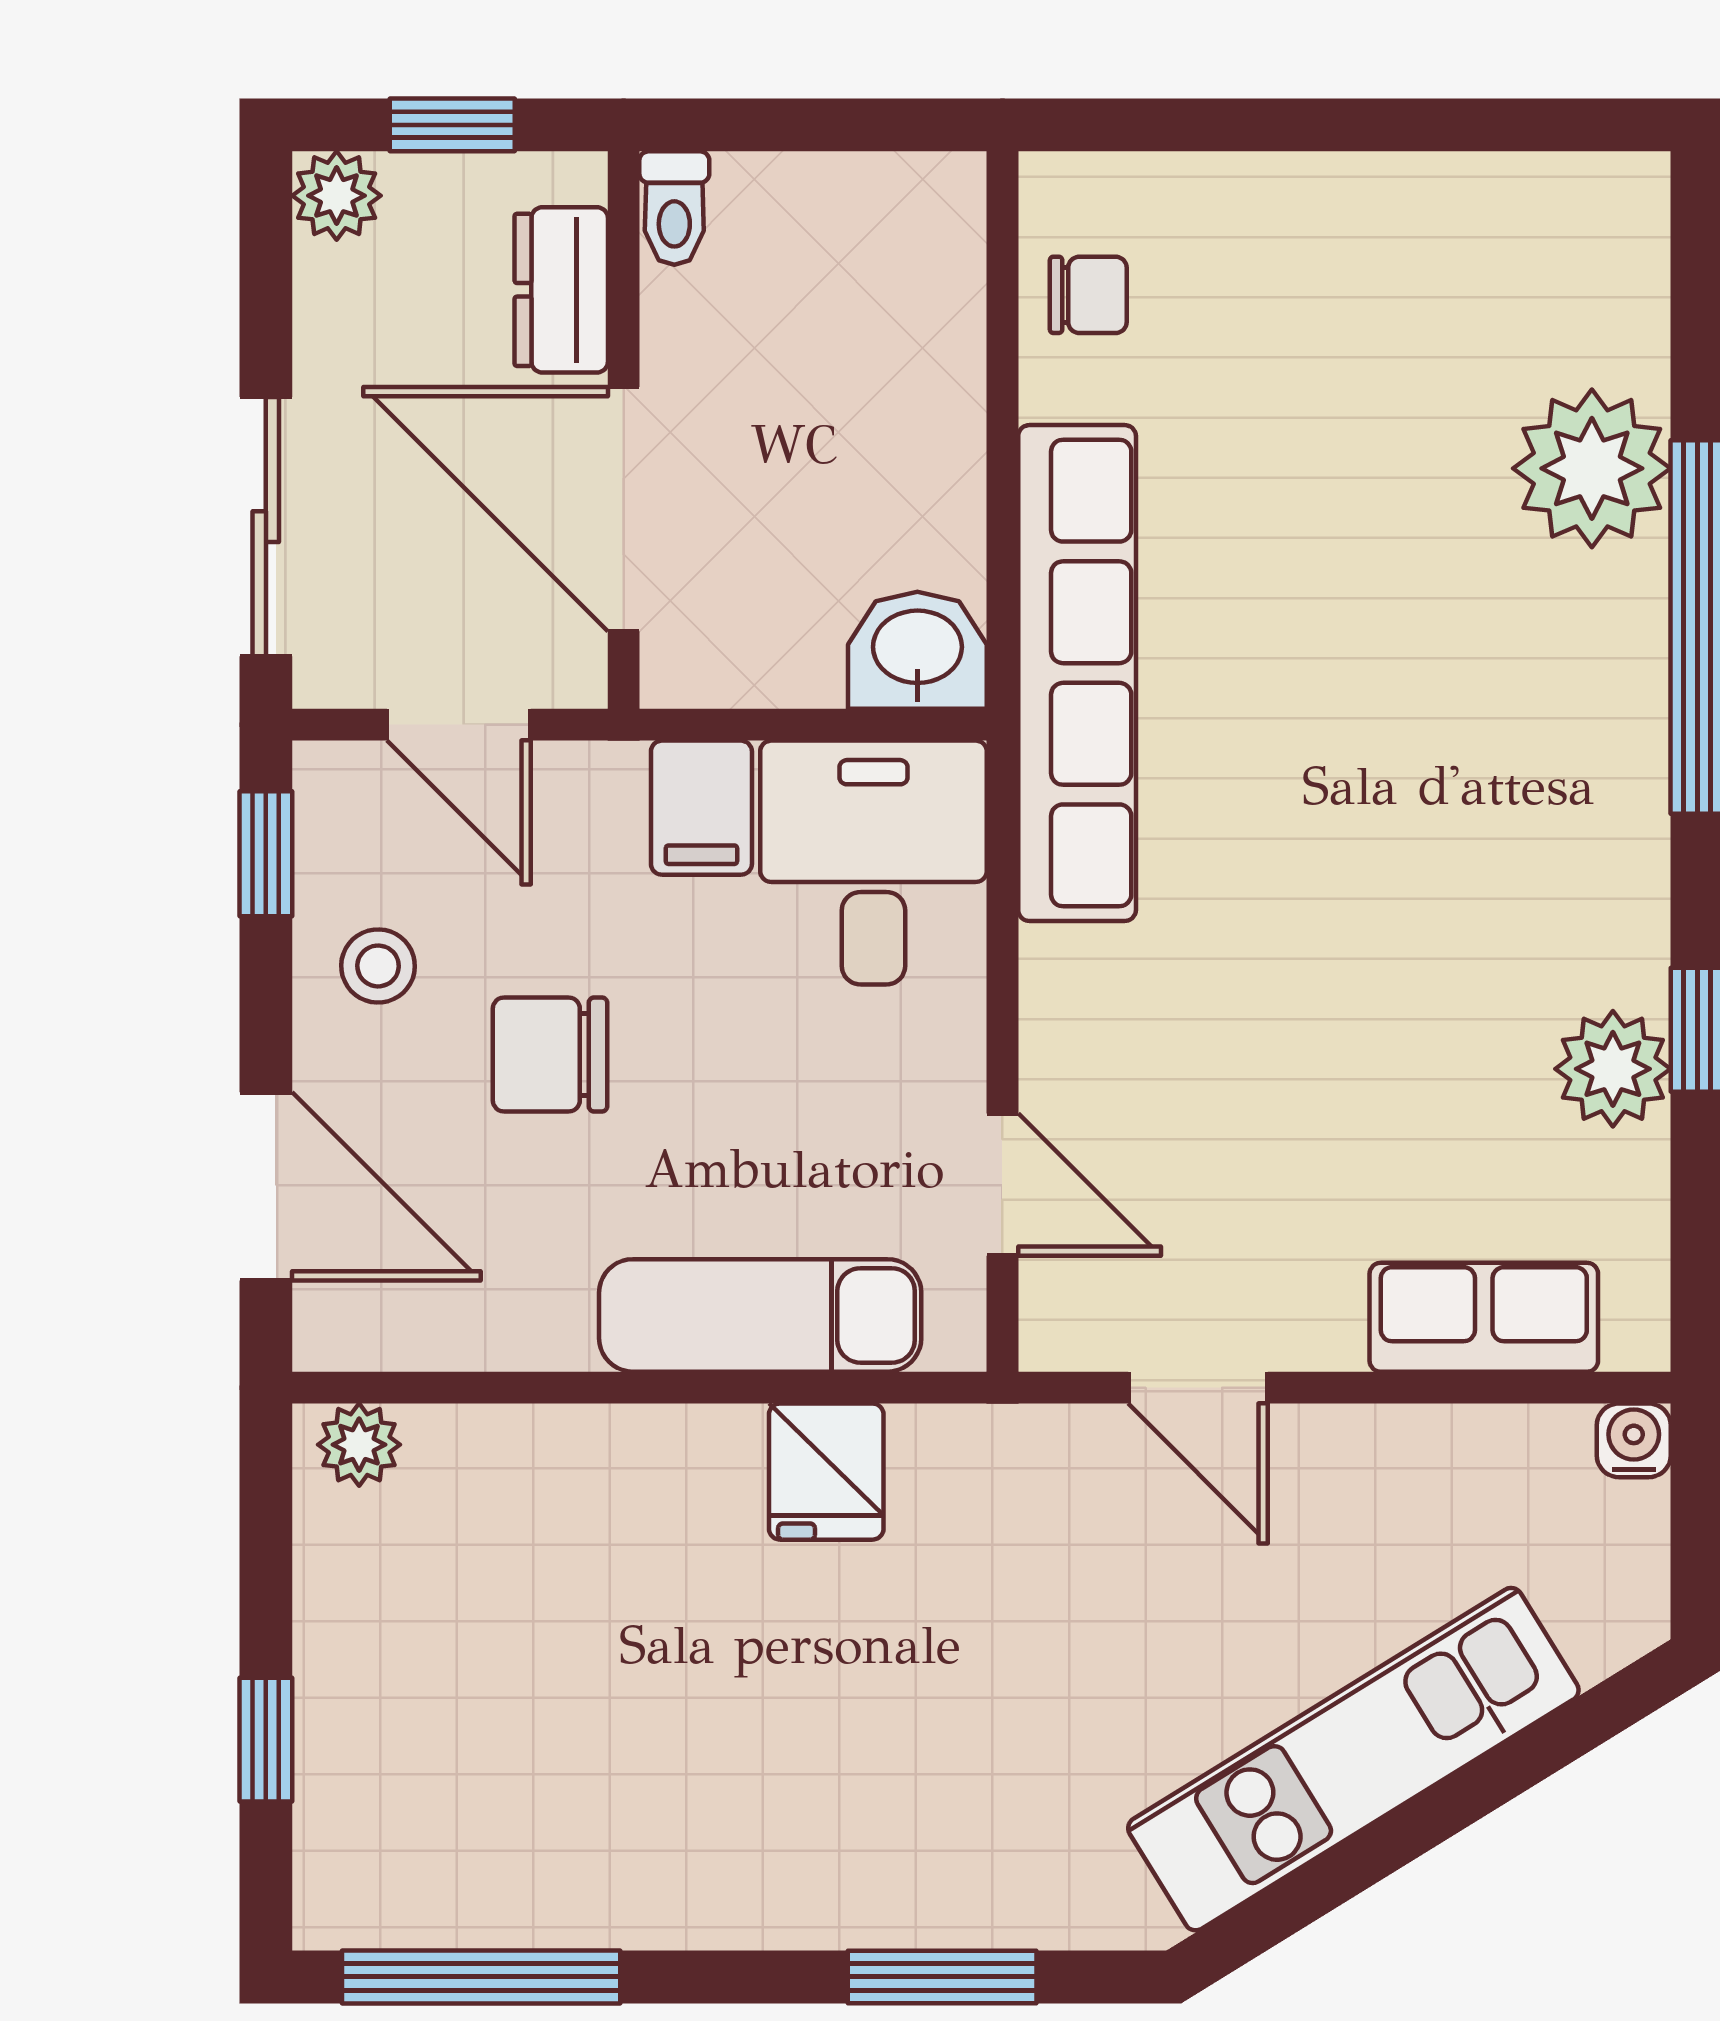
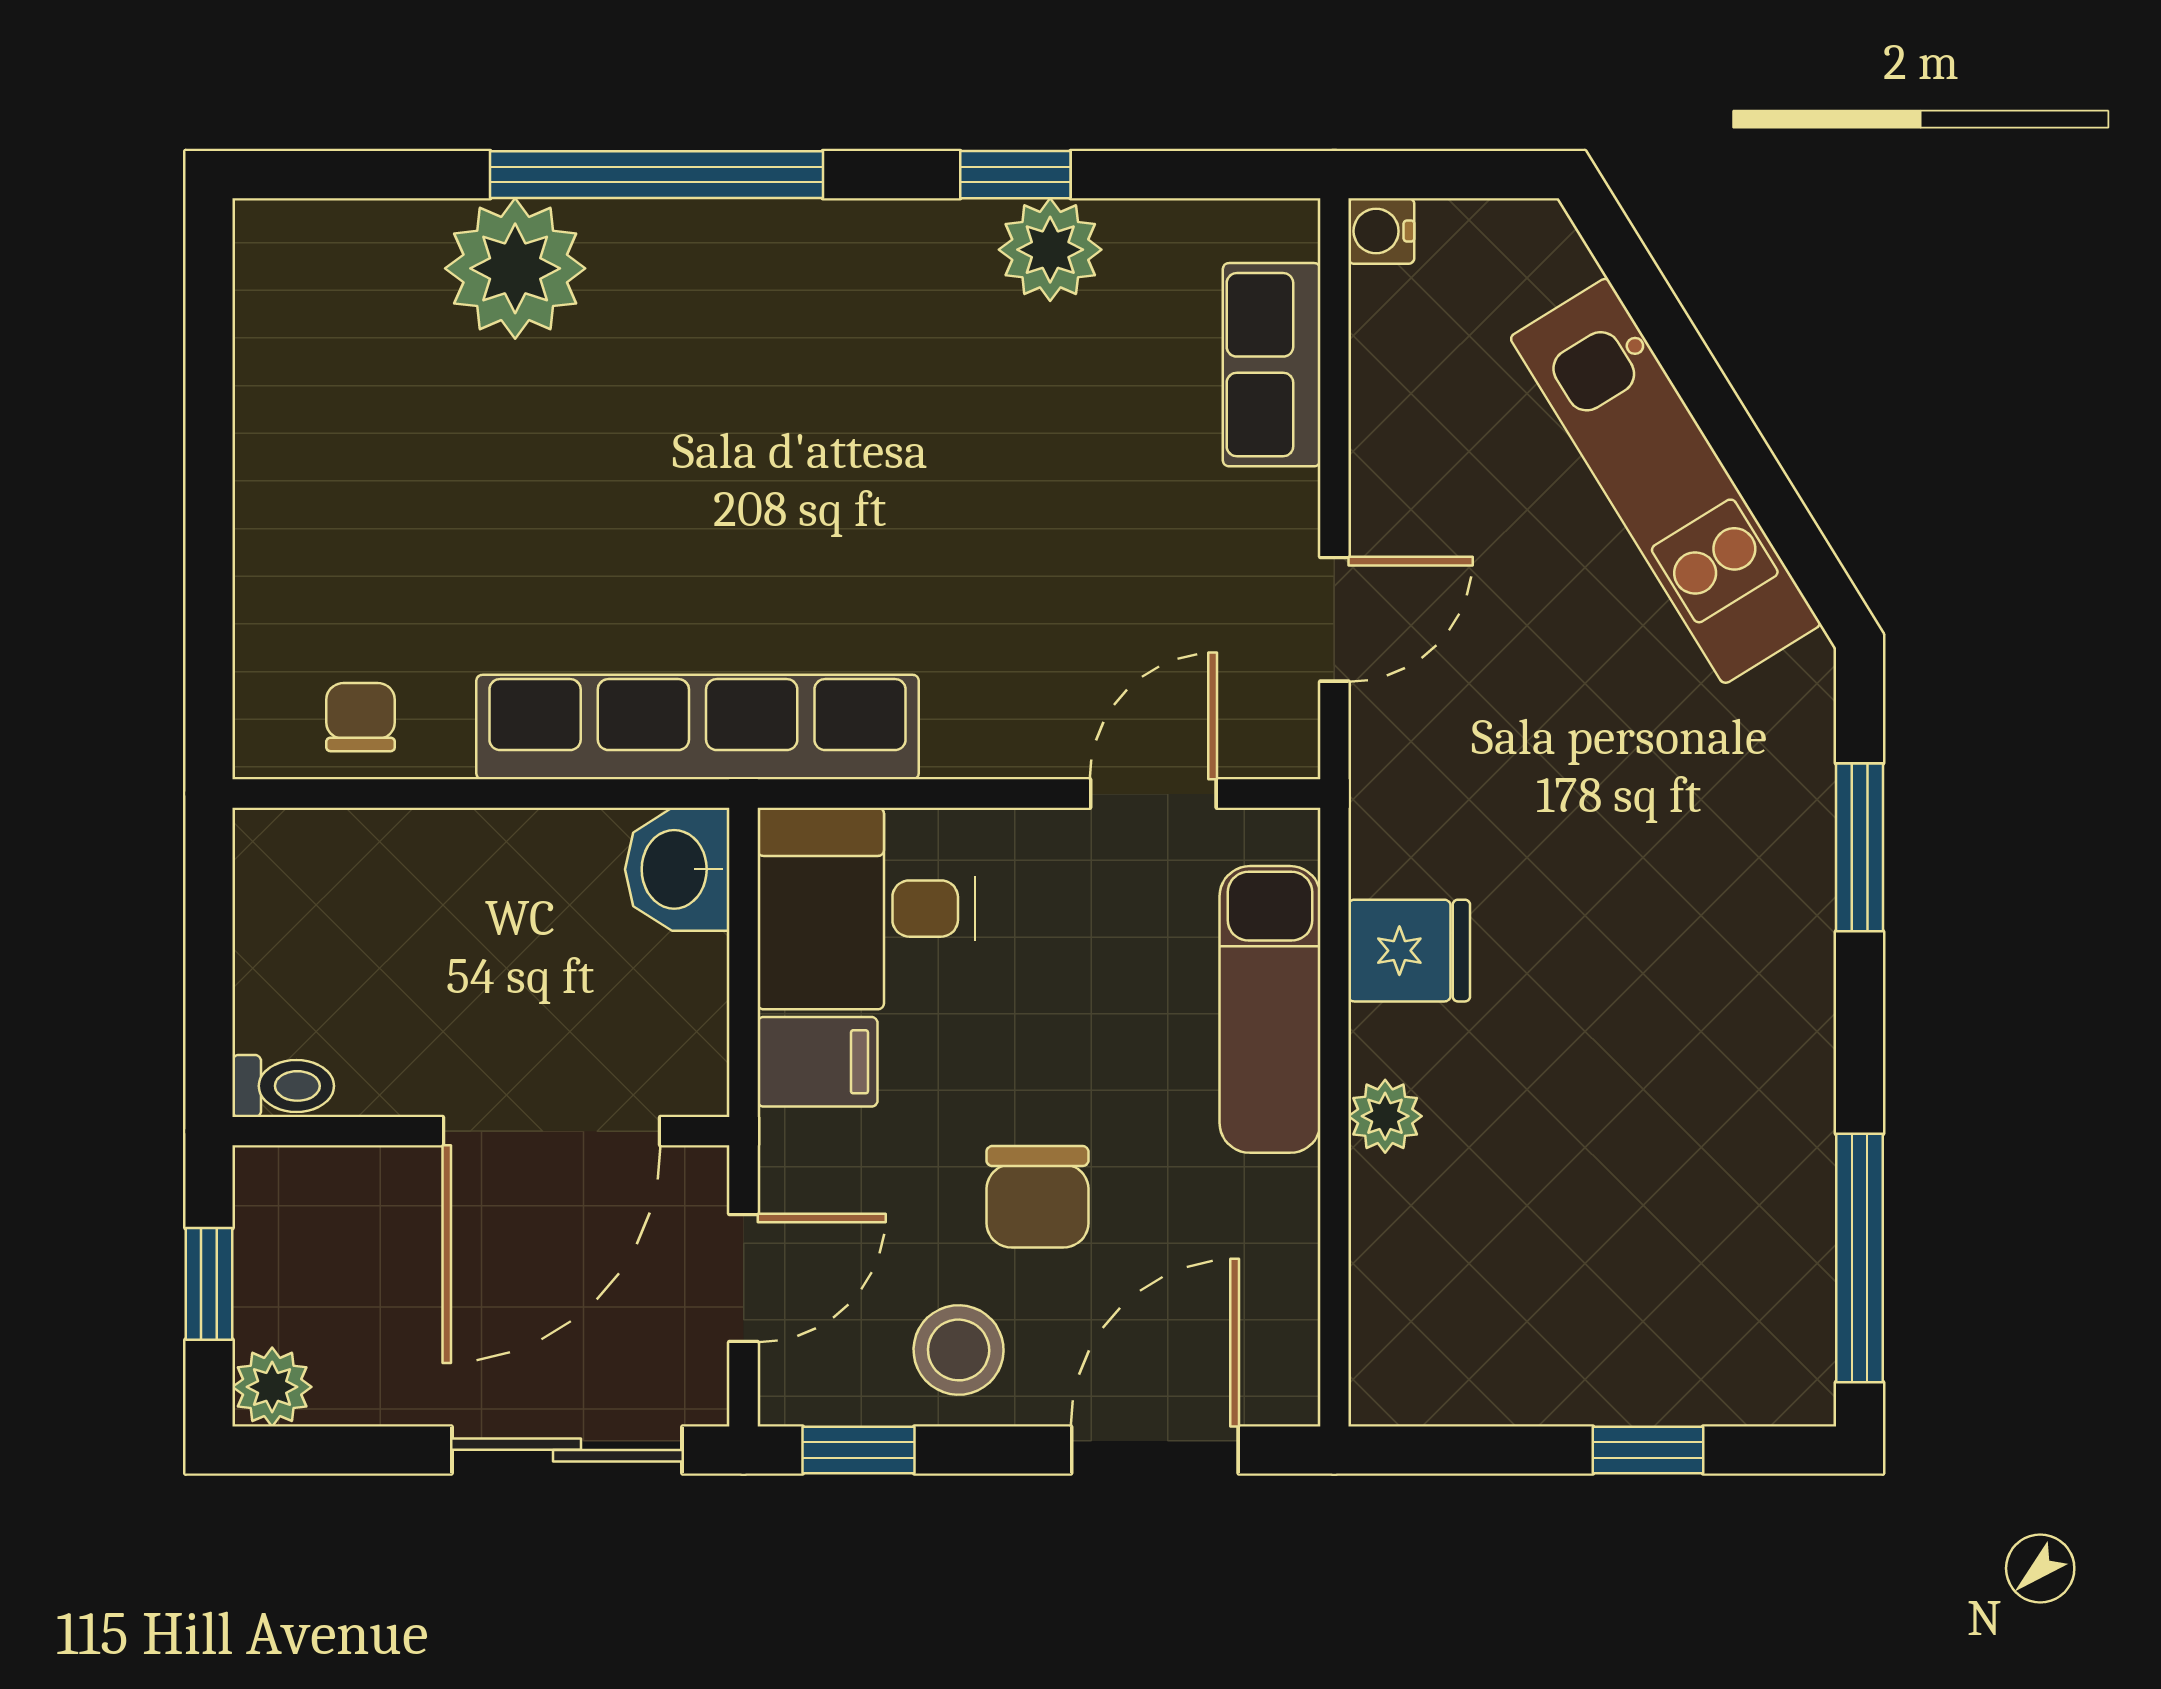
dresser: (561, 290) -> (356, 1187), removed
stool: (378, 966) -> (959, 1350), width x1.37, depth x1.37
plant: (359, 1445) -> (1385, 1116), moved

